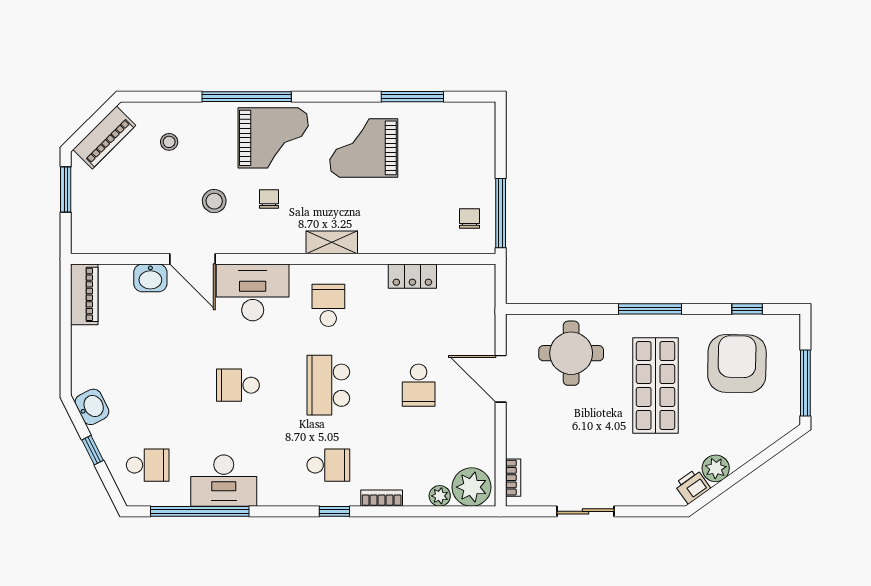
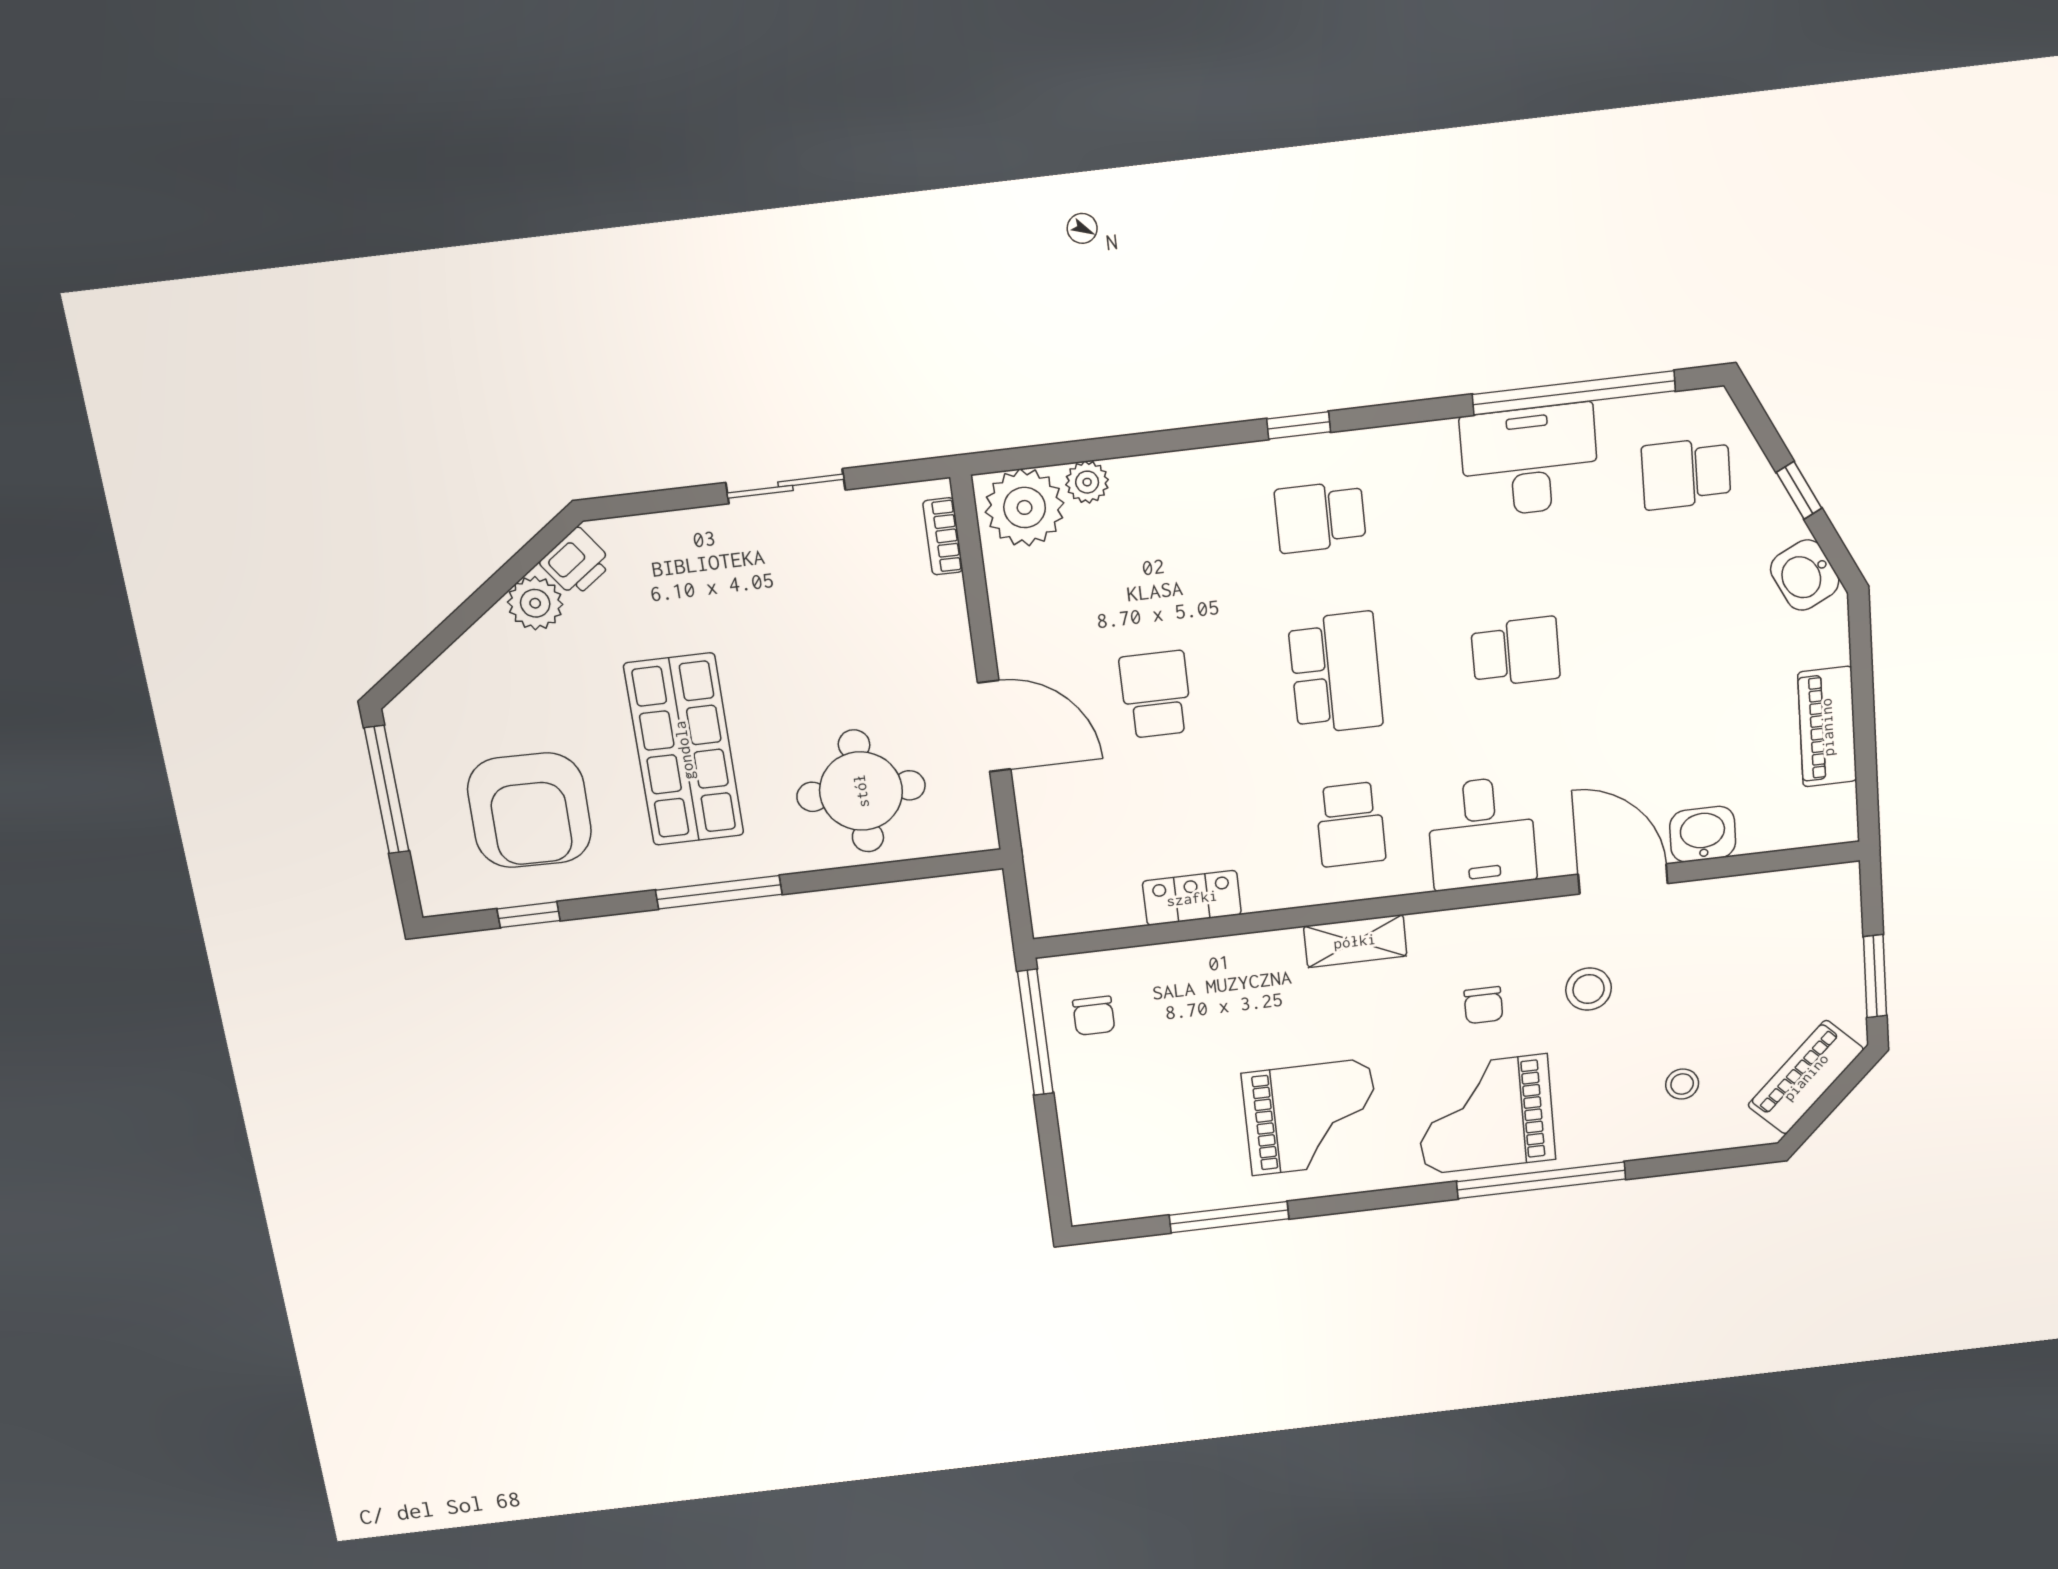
desk: (253, 292) -> (1482, 833), width x0.73
piano: (84, 294) -> (1827, 727), moved
bookcase: (382, 498) -> (1205, 464), removed

